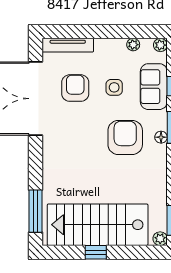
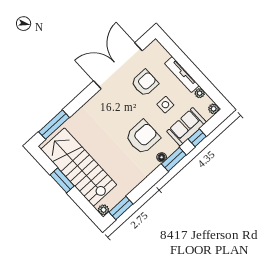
tv unit: (68, 45) -> (182, 74), moved
window: (96, 252) -> (62, 180), width x1.50

